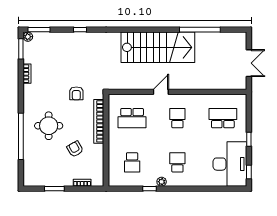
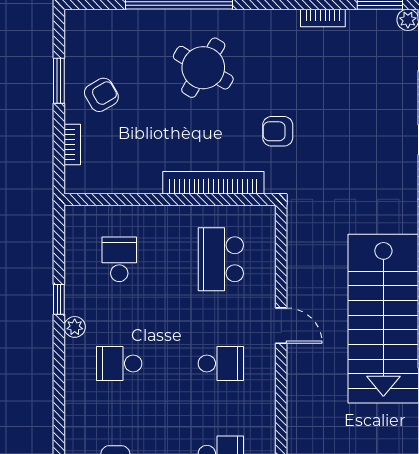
round table: (49, 126) -> (203, 68), turned 31
armchair: (75, 149) -> (101, 95), moved
school desk: (132, 162) -> (119, 259), turned 90
school desk: (177, 162) -> (119, 363), turned 180

